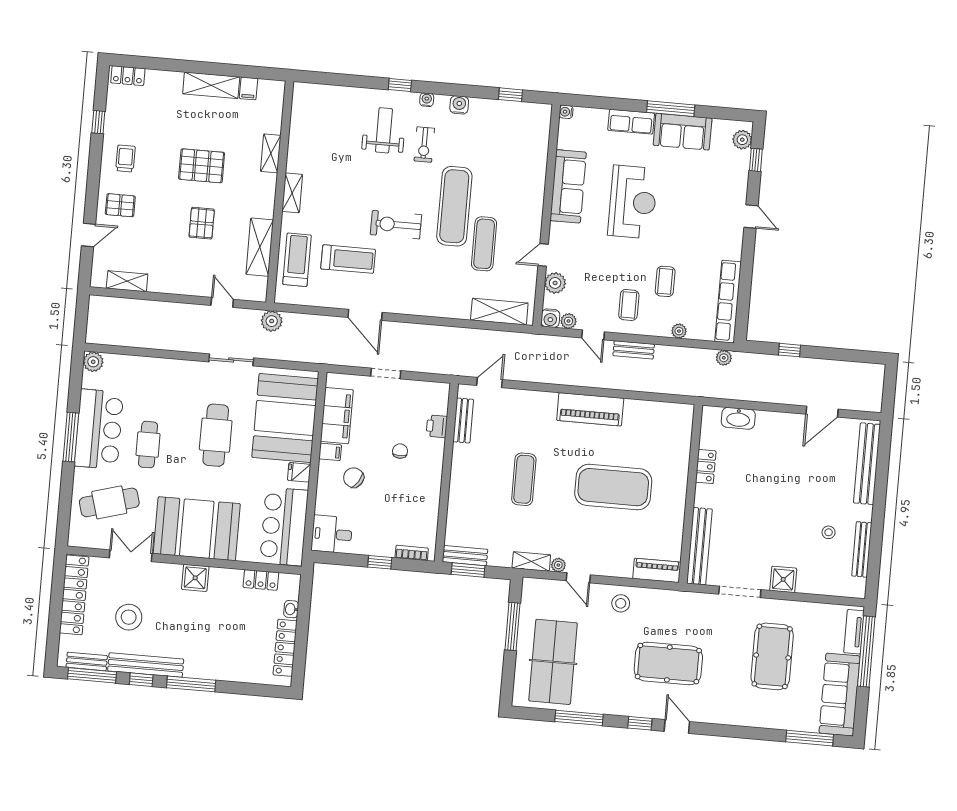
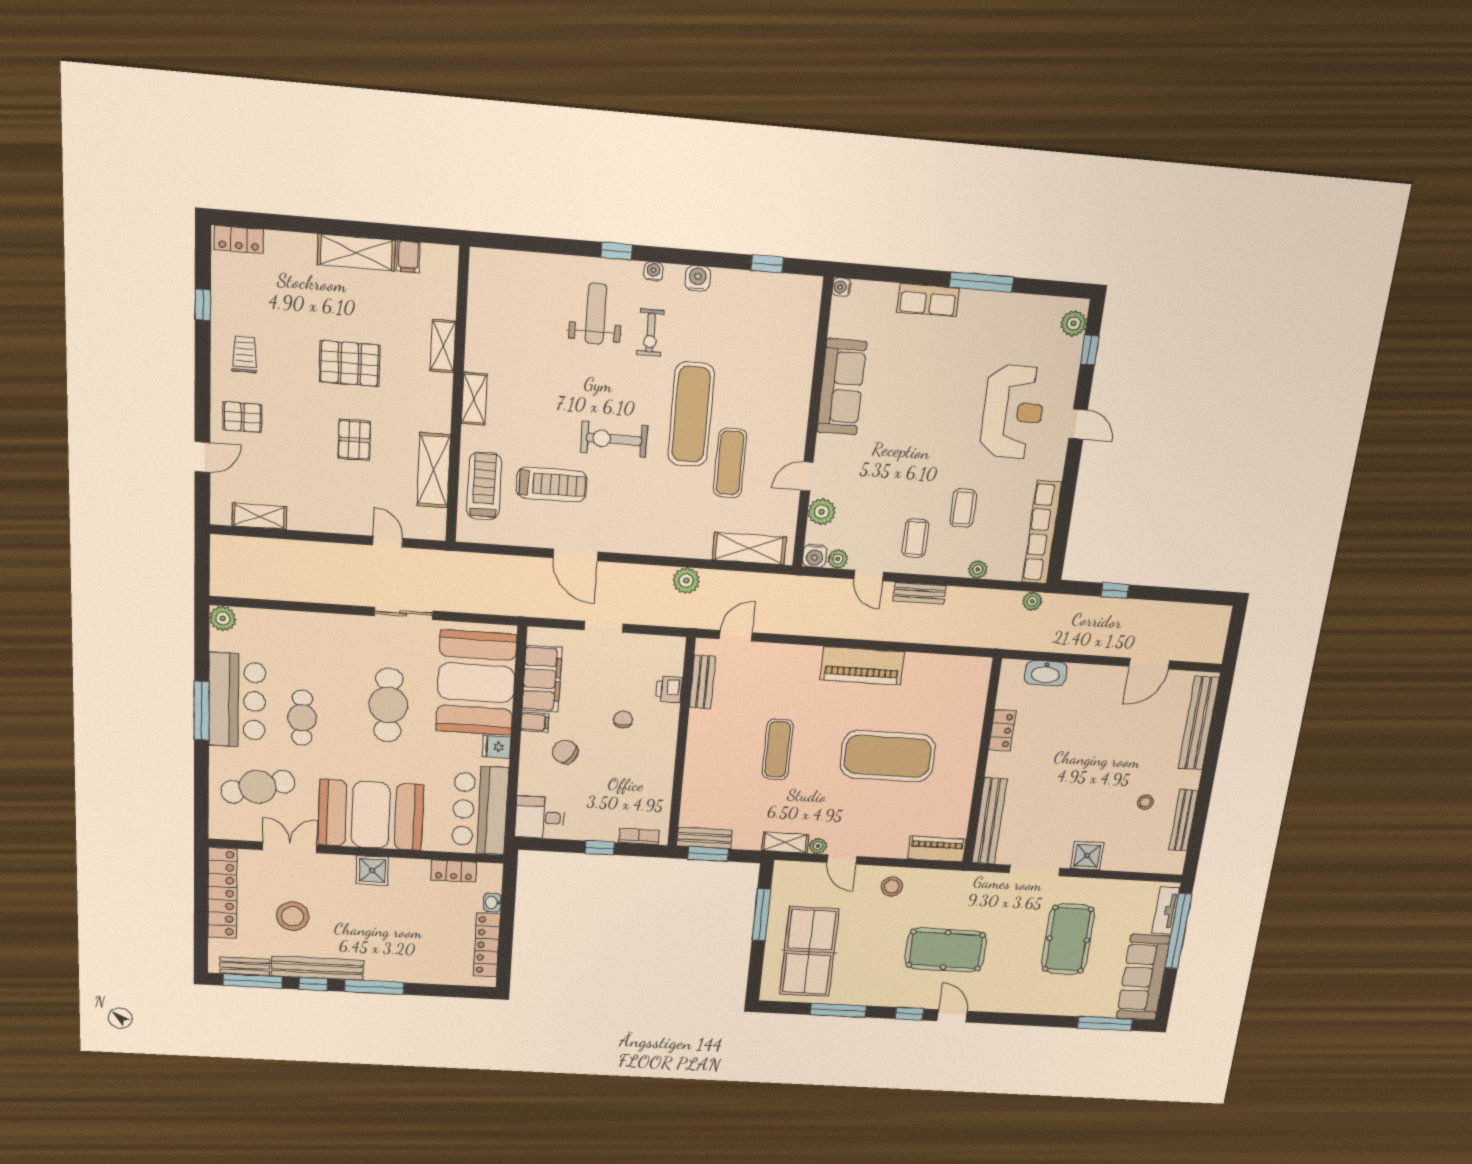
sofa: (683, 132) -> (996, 313), removed
reception desk: (633, 202) -> (1013, 412), moved
plant: (272, 321) -> (686, 581), moved

